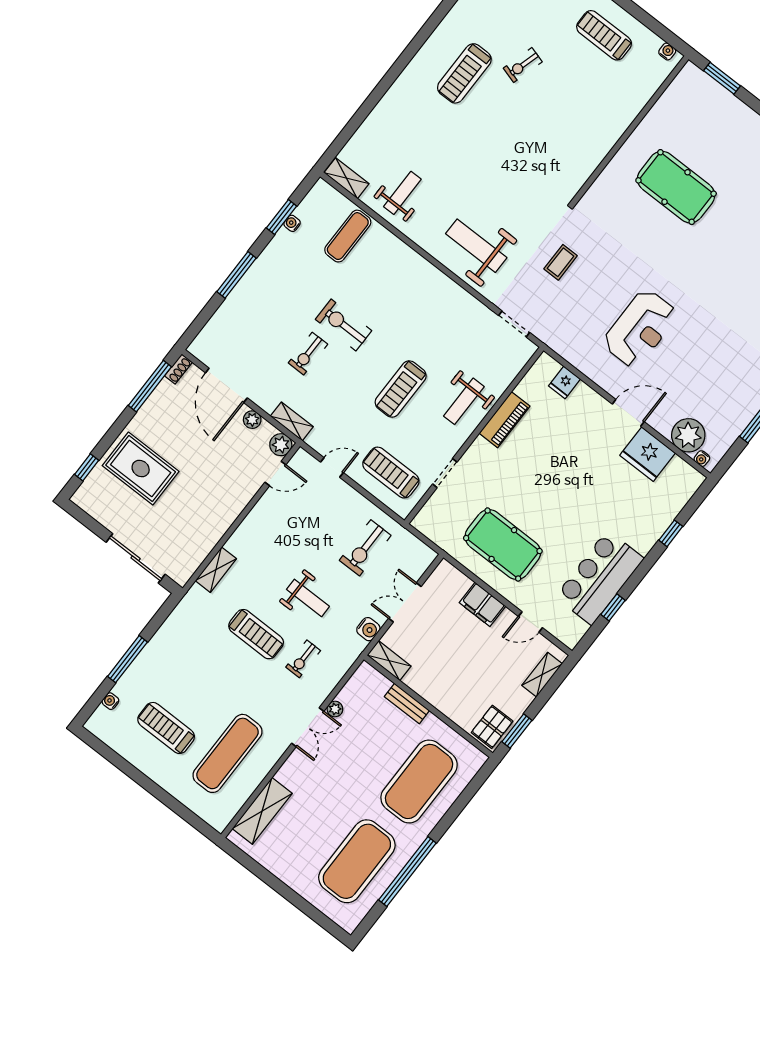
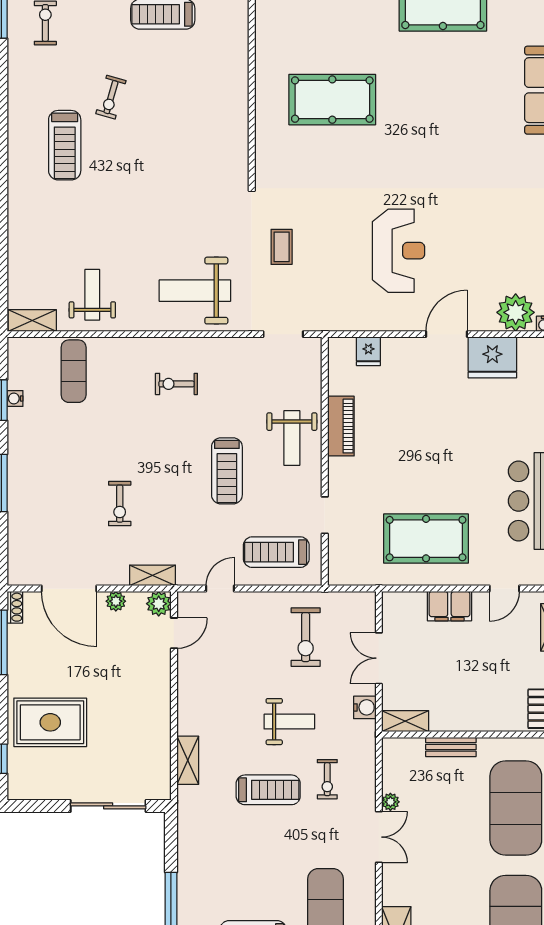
exercise bike: (344, 325) -> (176, 384), moved, width x0.73, depth x0.72

